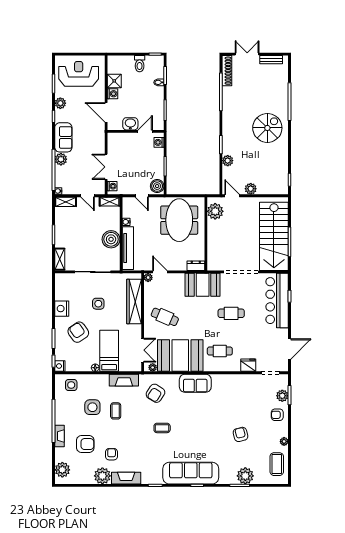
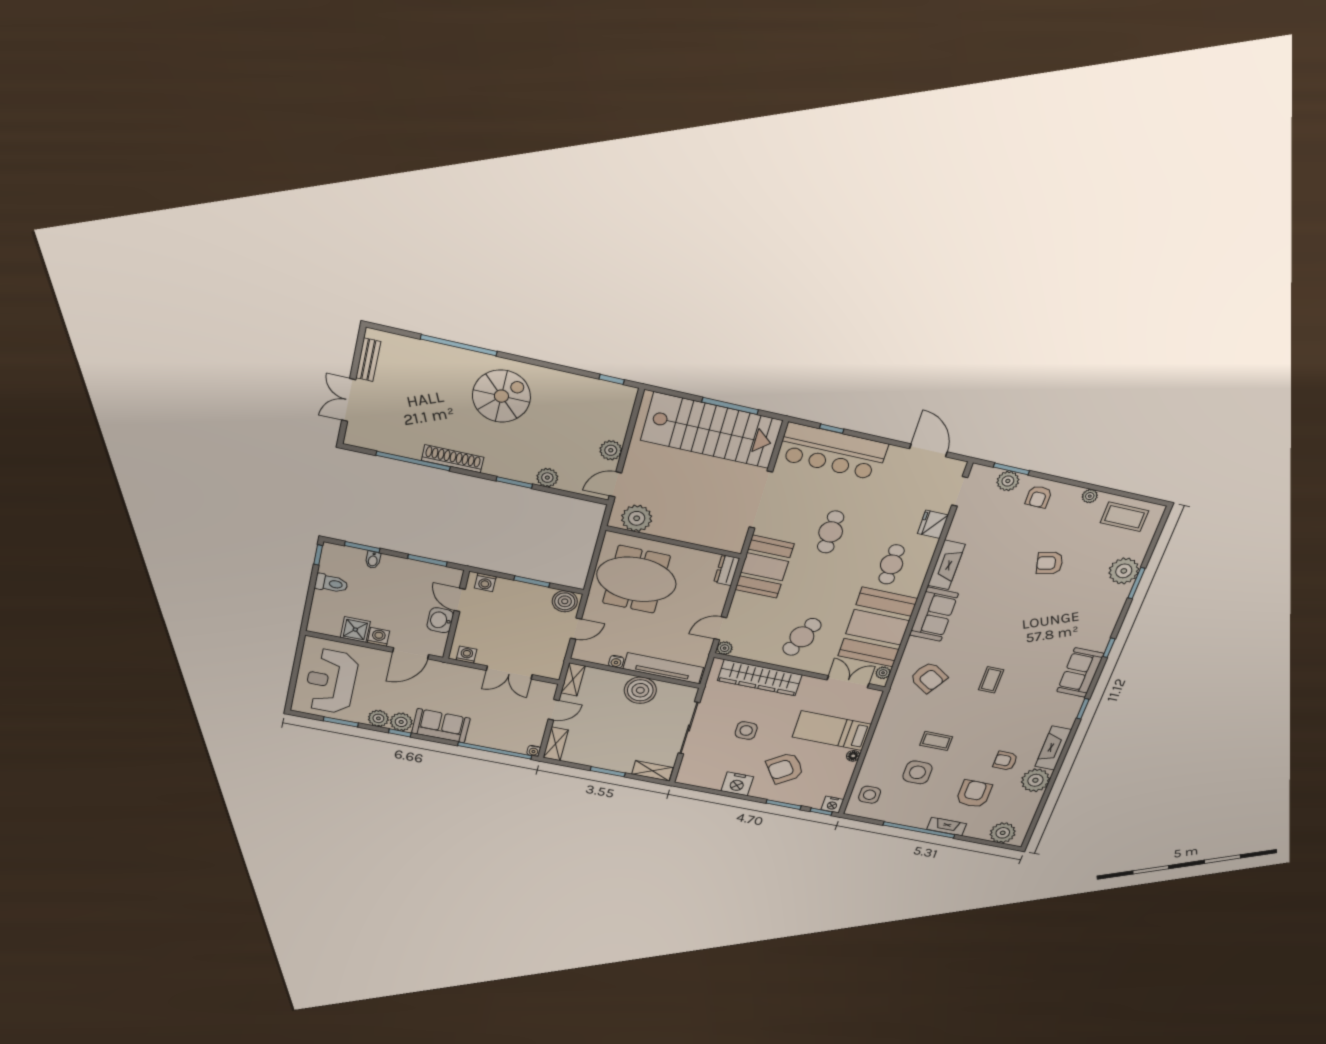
shoe rack: (227, 71) -> (453, 459), moved
spiral stairs: (267, 128) -> (501, 396), turned 90
plant: (61, 159) -> (401, 722), moved
washing machine: (112, 186) -> (467, 655), moved
fireplace: (124, 380) -> (946, 565), moved
sofa: (191, 473) -> (1080, 673), width x0.54, depth x0.79

